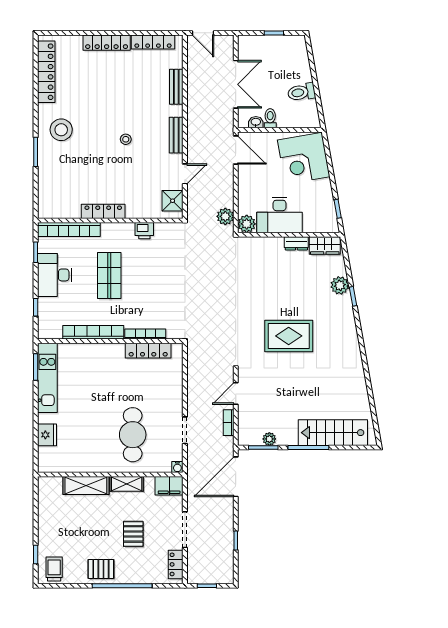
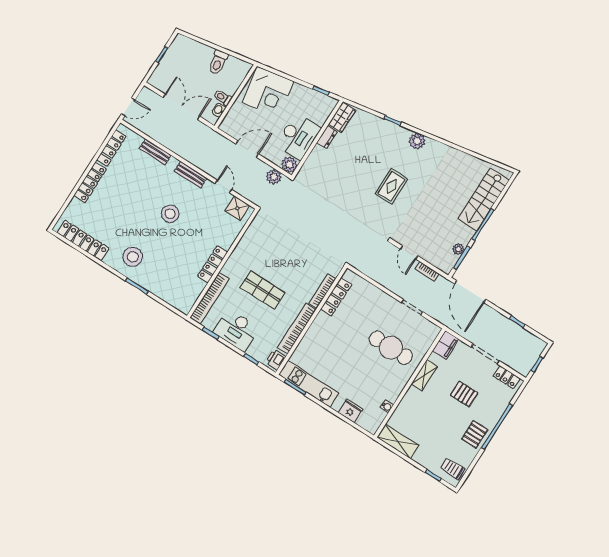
stool: (126, 139) -> (170, 214), width x1.89, depth x1.89
door: (236, 150) -> (247, 149), moved
printer: (144, 231) -> (276, 359), moved, turned 180
plant: (340, 285) -> (417, 141), moved
rug: (289, 336) -> (392, 186), width x0.73, depth x0.70
water cooler: (177, 467) -> (387, 406), moved
shelving: (86, 486) -> (398, 441), moved, turned 90

